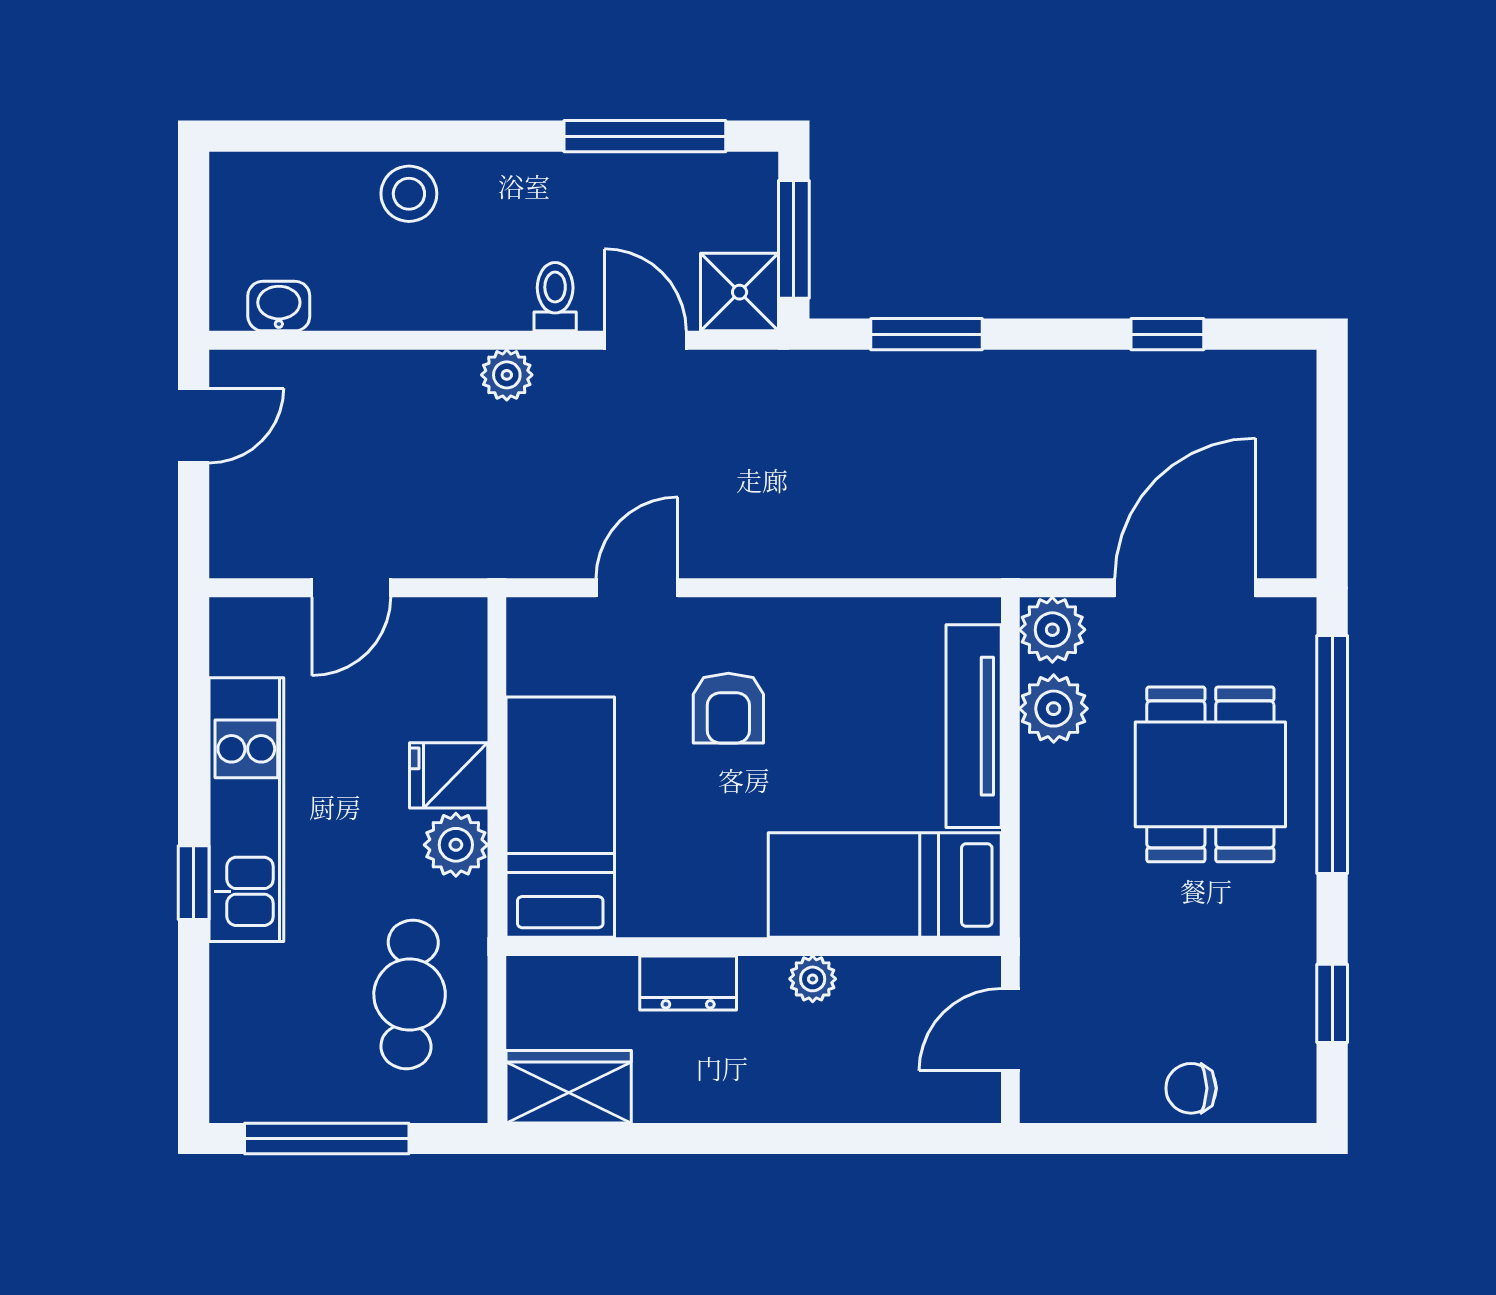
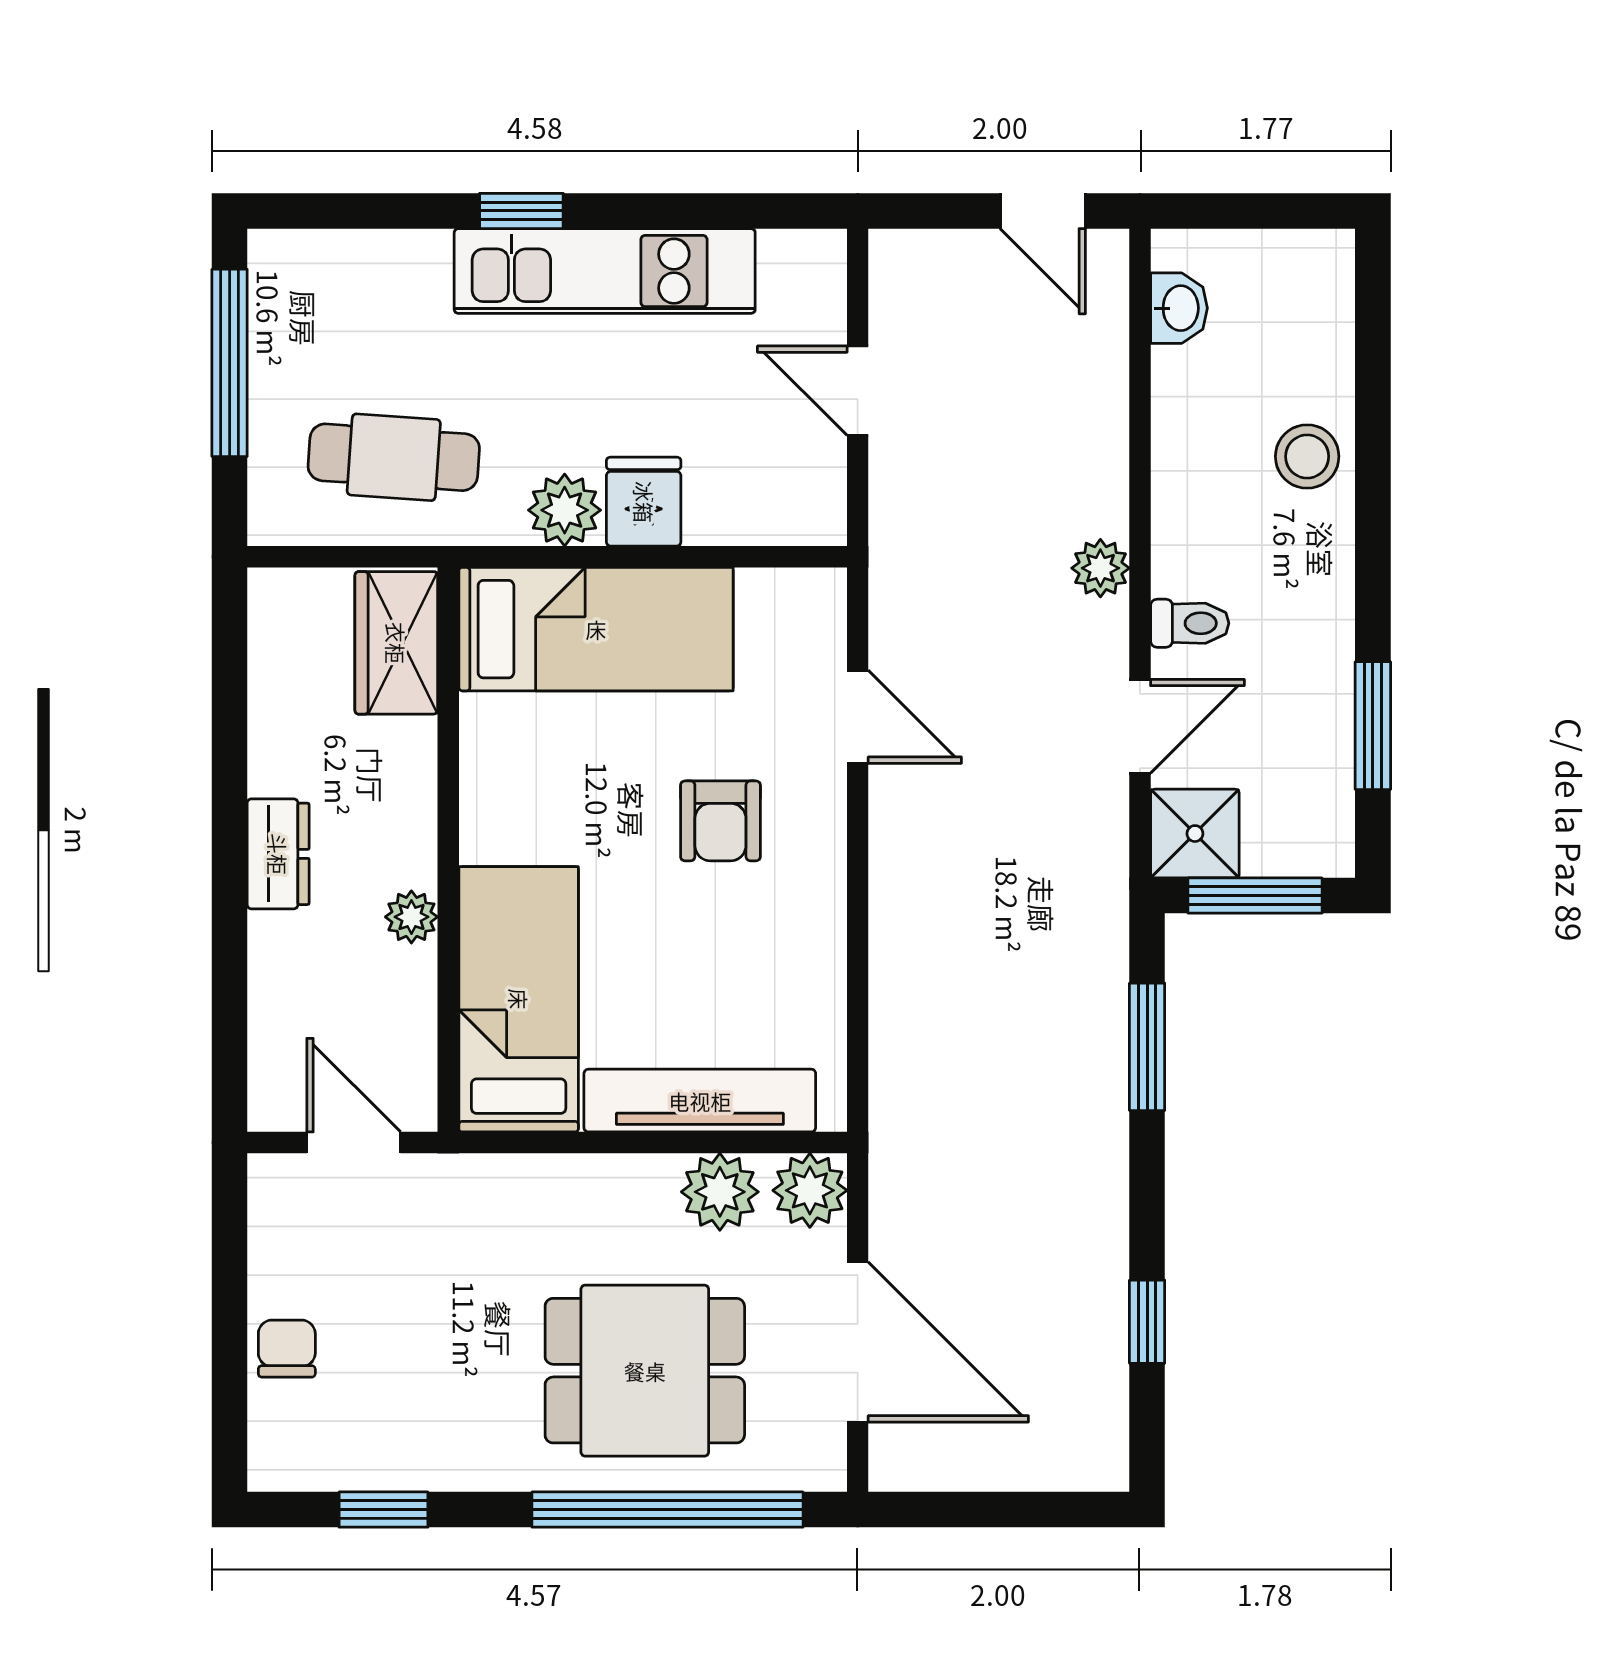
window: (645, 136) -> (1373, 726), width x0.69
armchair: (728, 708) -> (720, 821), turned -90
dresser: (688, 983) -> (278, 854), moved, turned 180
wardrobe: (569, 1087) -> (396, 643), moved, turned 180

